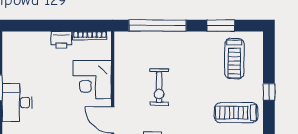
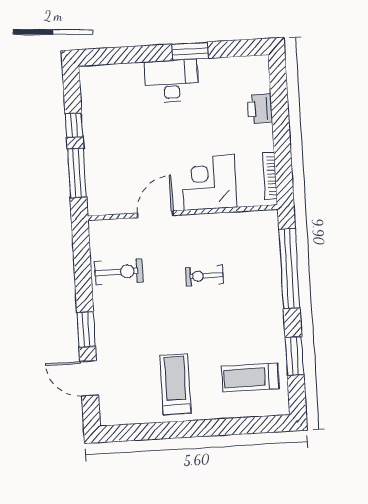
printer: (61, 40) -> (260, 109), moved
exercise bike: (159, 87) -> (204, 276), width x0.73, depth x0.72
window: (269, 92) -> (207, 428), removed

